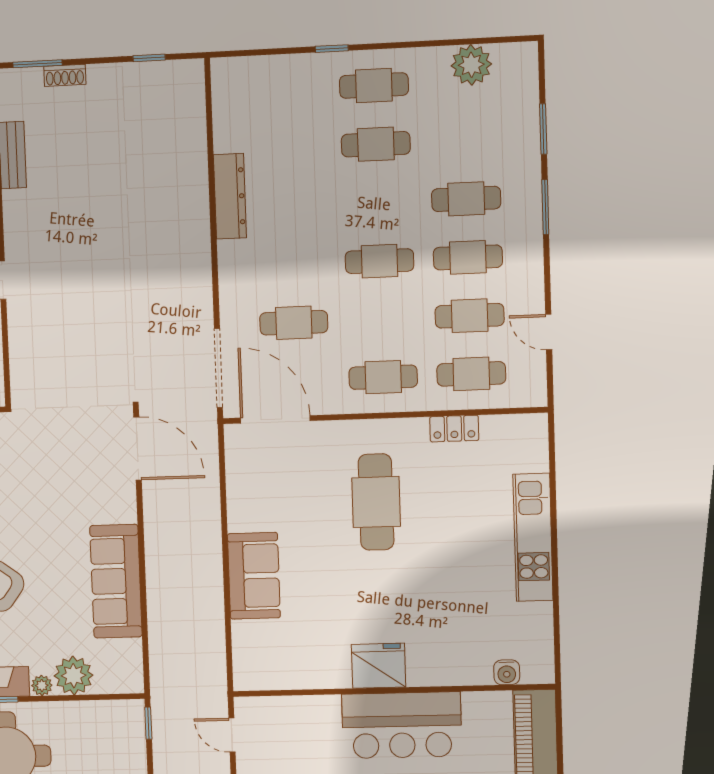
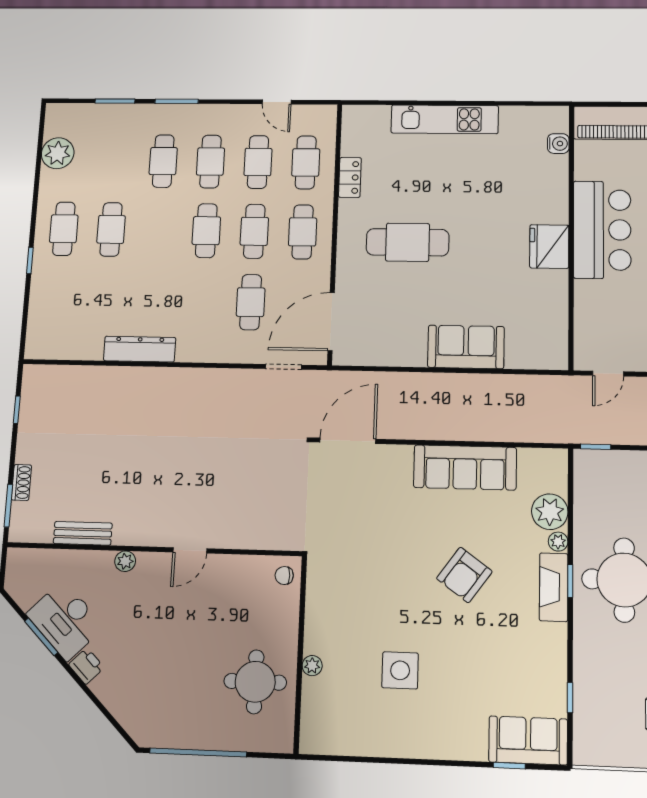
cafe table: (381, 319) -> (254, 231), added
door: (549, 332) -> (277, 102), hinge flipped
doorway: (218, 368) -> (284, 367), width x0.53

